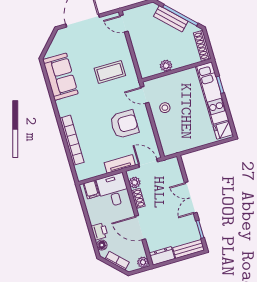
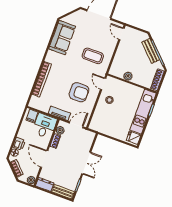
door: (148, 163) -> (76, 125), hinge flipped
double door: (191, 198) -> (86, 163), swing flipped

